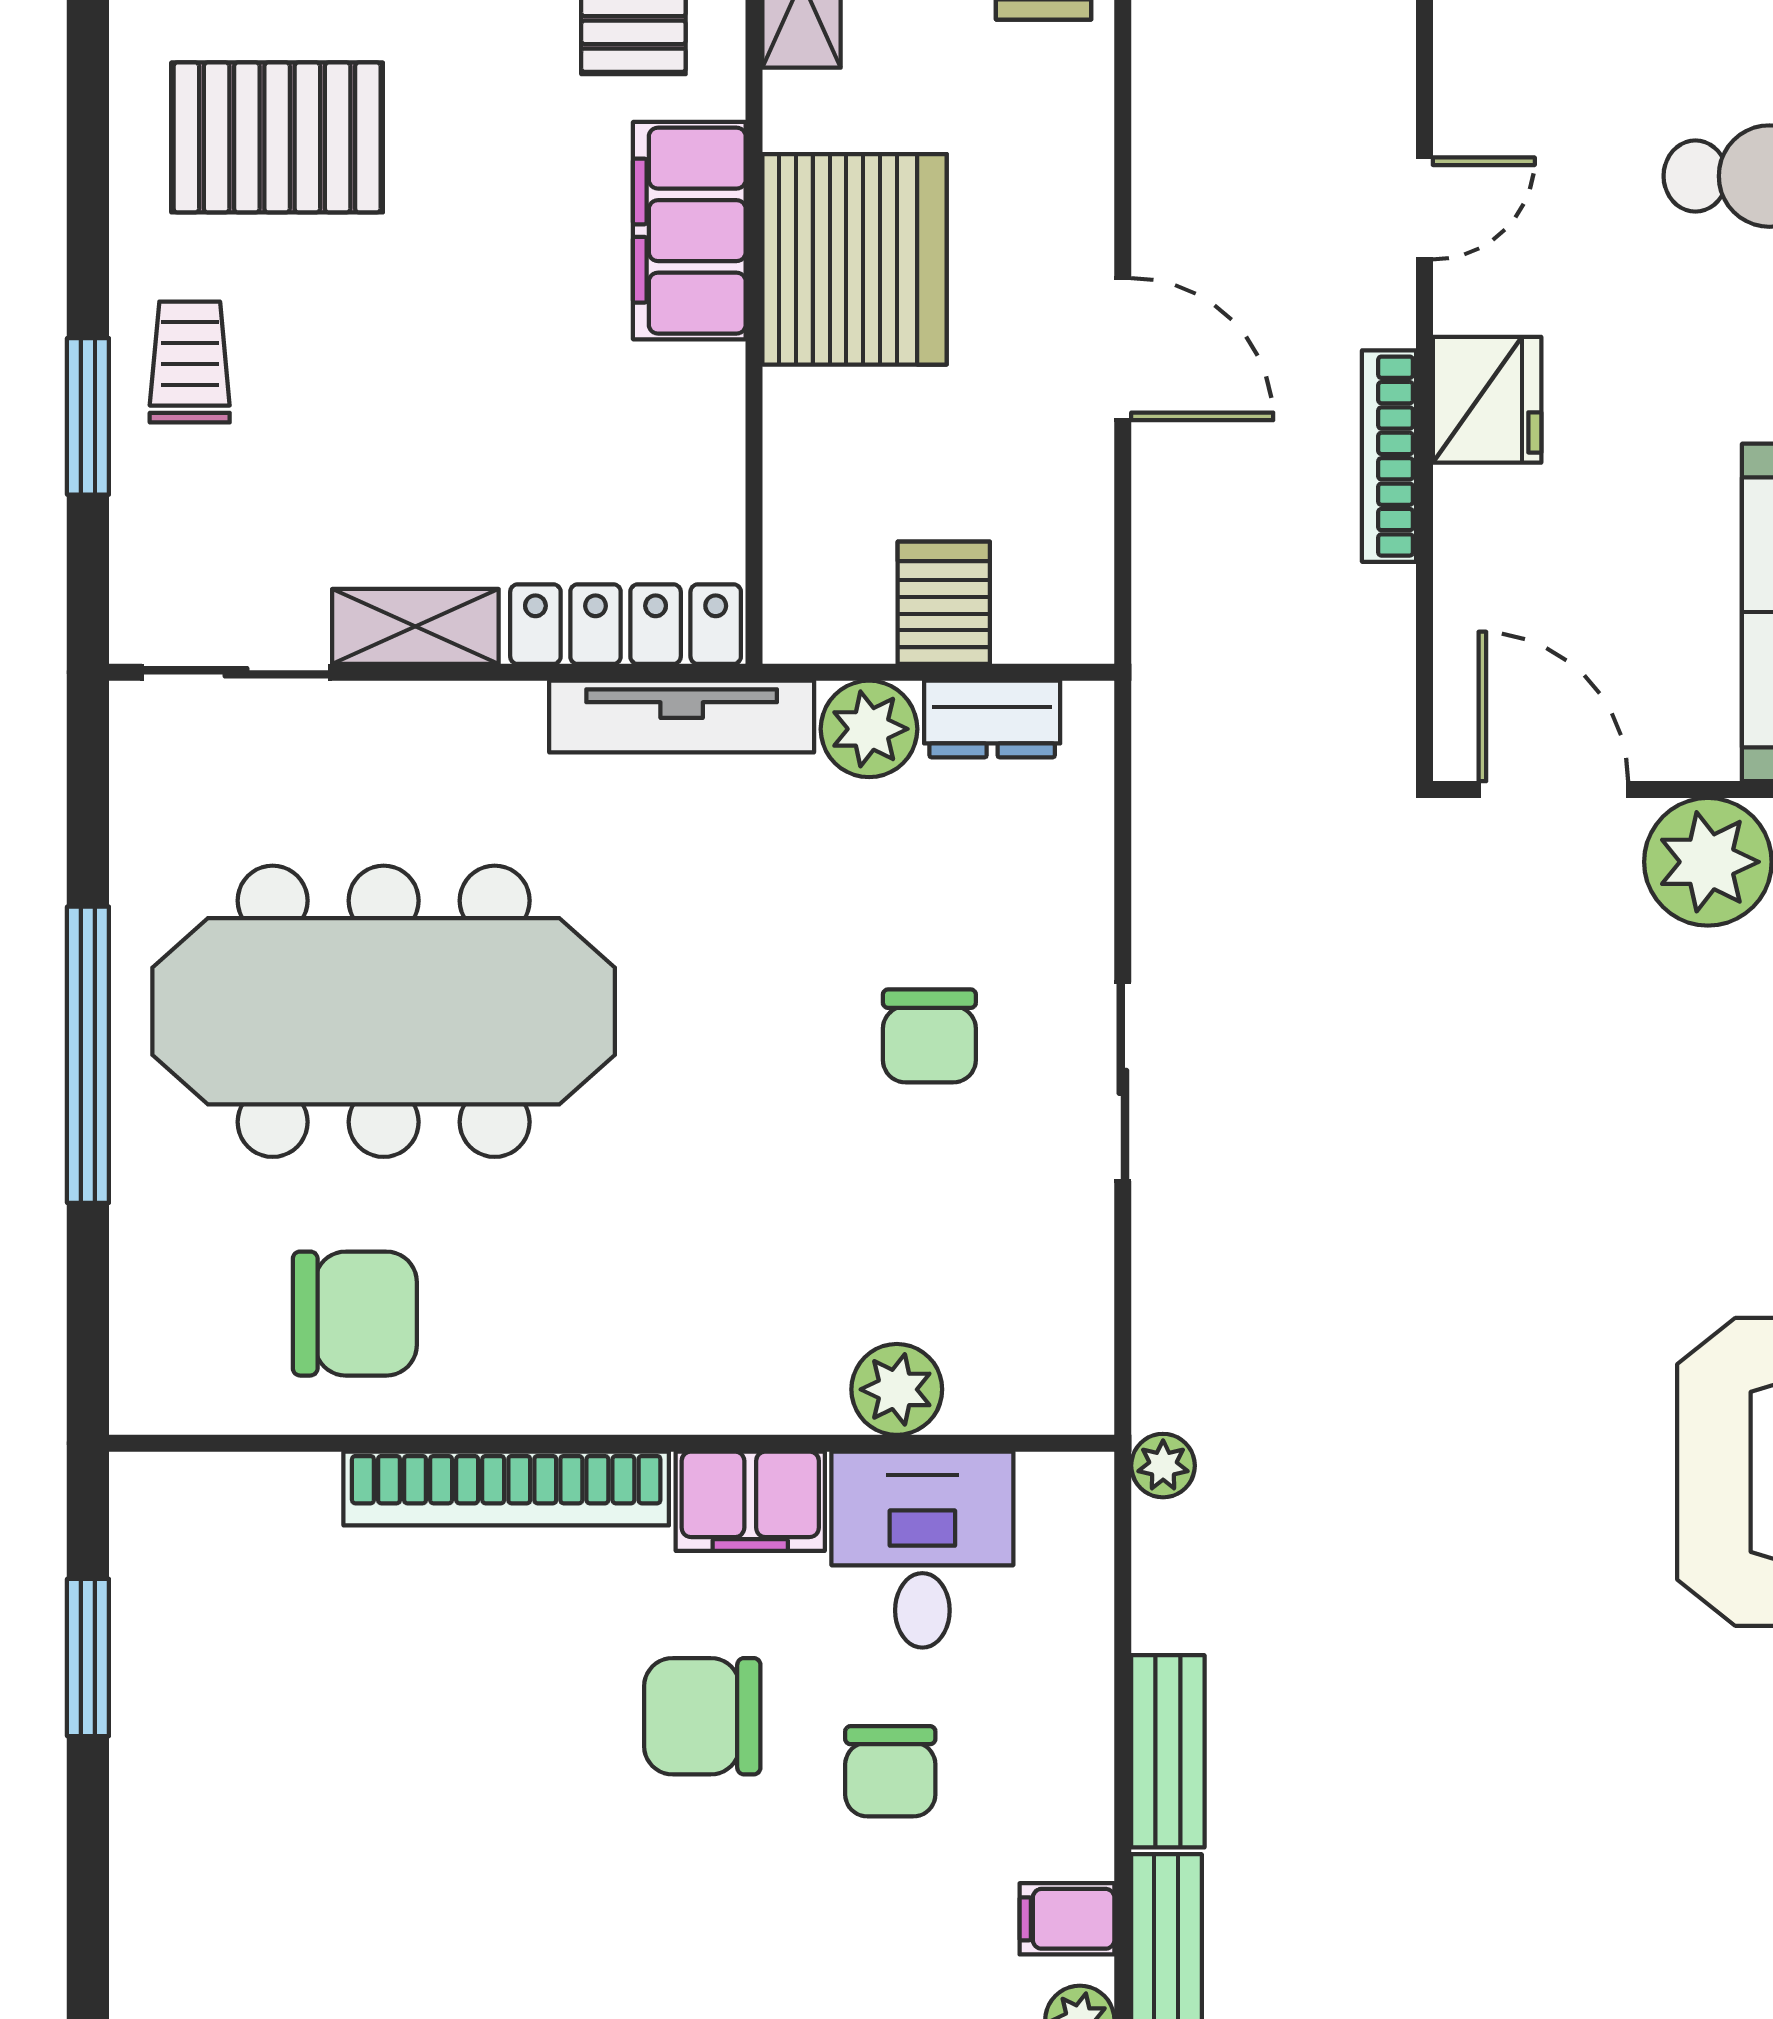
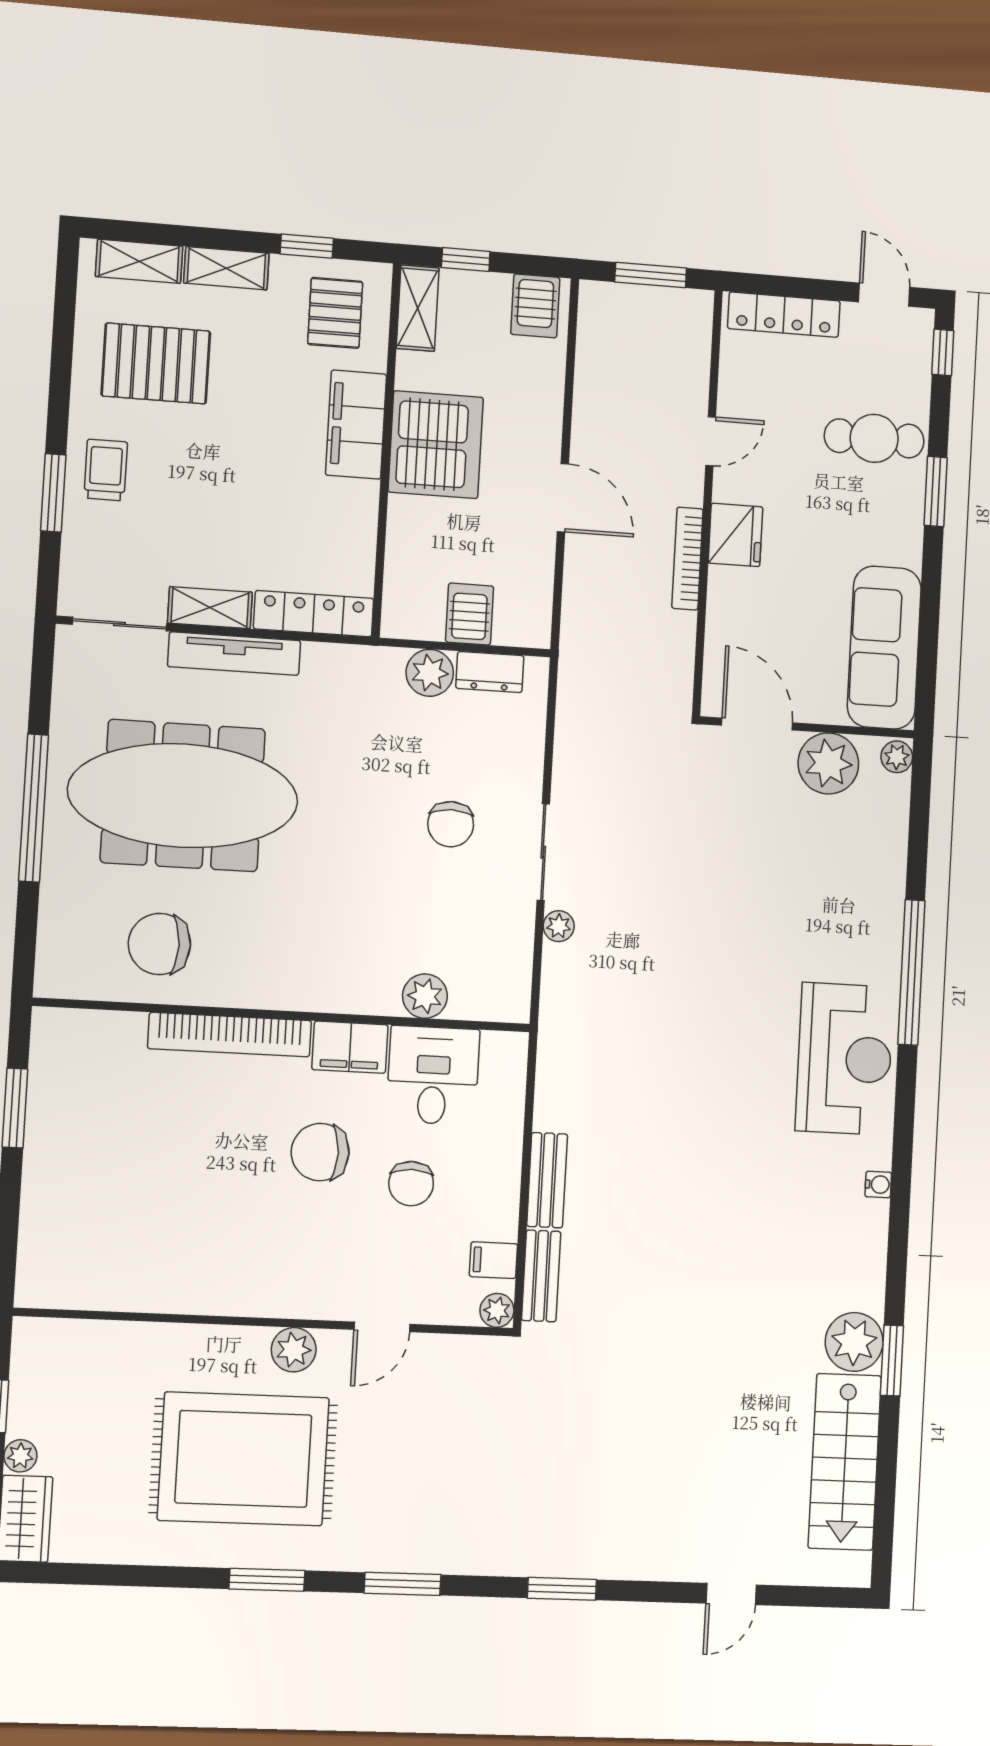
tv unit: (682, 717) -> (234, 654), moved
chair: (355, 1314) -> (159, 944), turned 180
plant: (1163, 1466) -> (559, 926), moved

